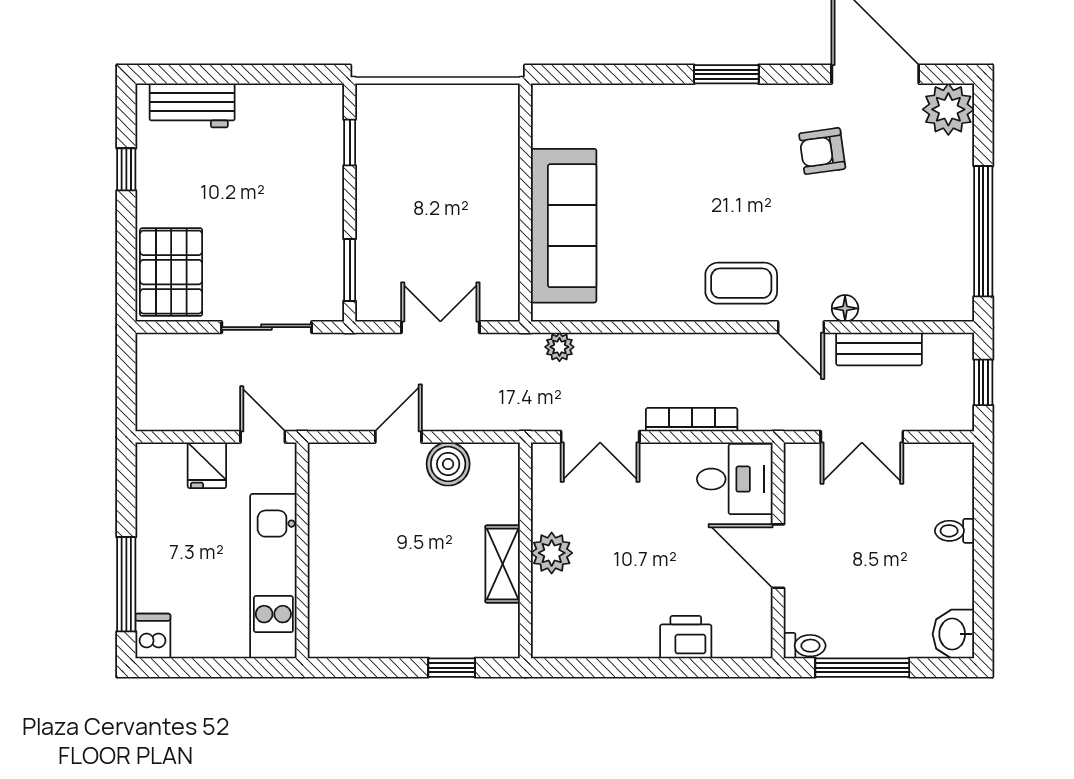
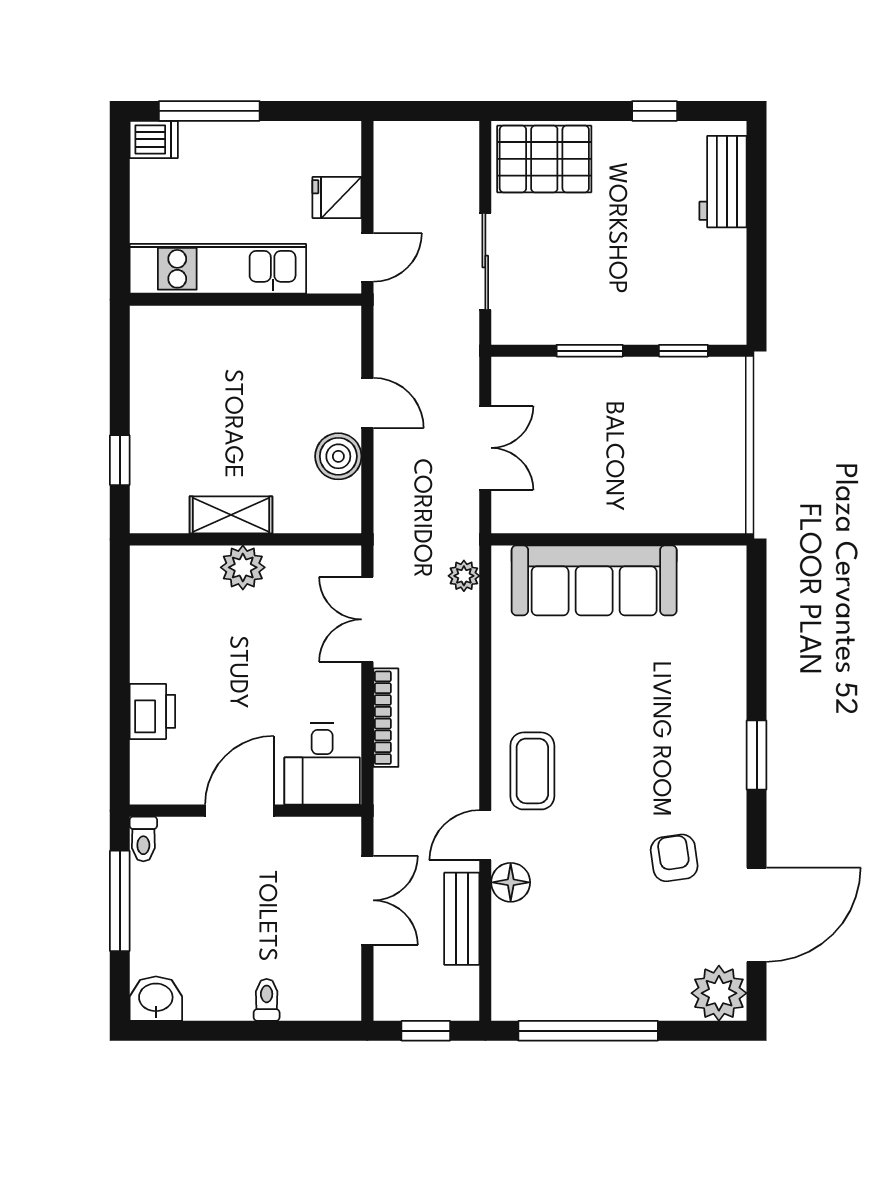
window: (350, 270) -> (590, 351), moved
floor lamp: (845, 308) -> (511, 882), width x1.37, depth x1.37
double door: (862, 437) -> (367, 900), swing flipped

